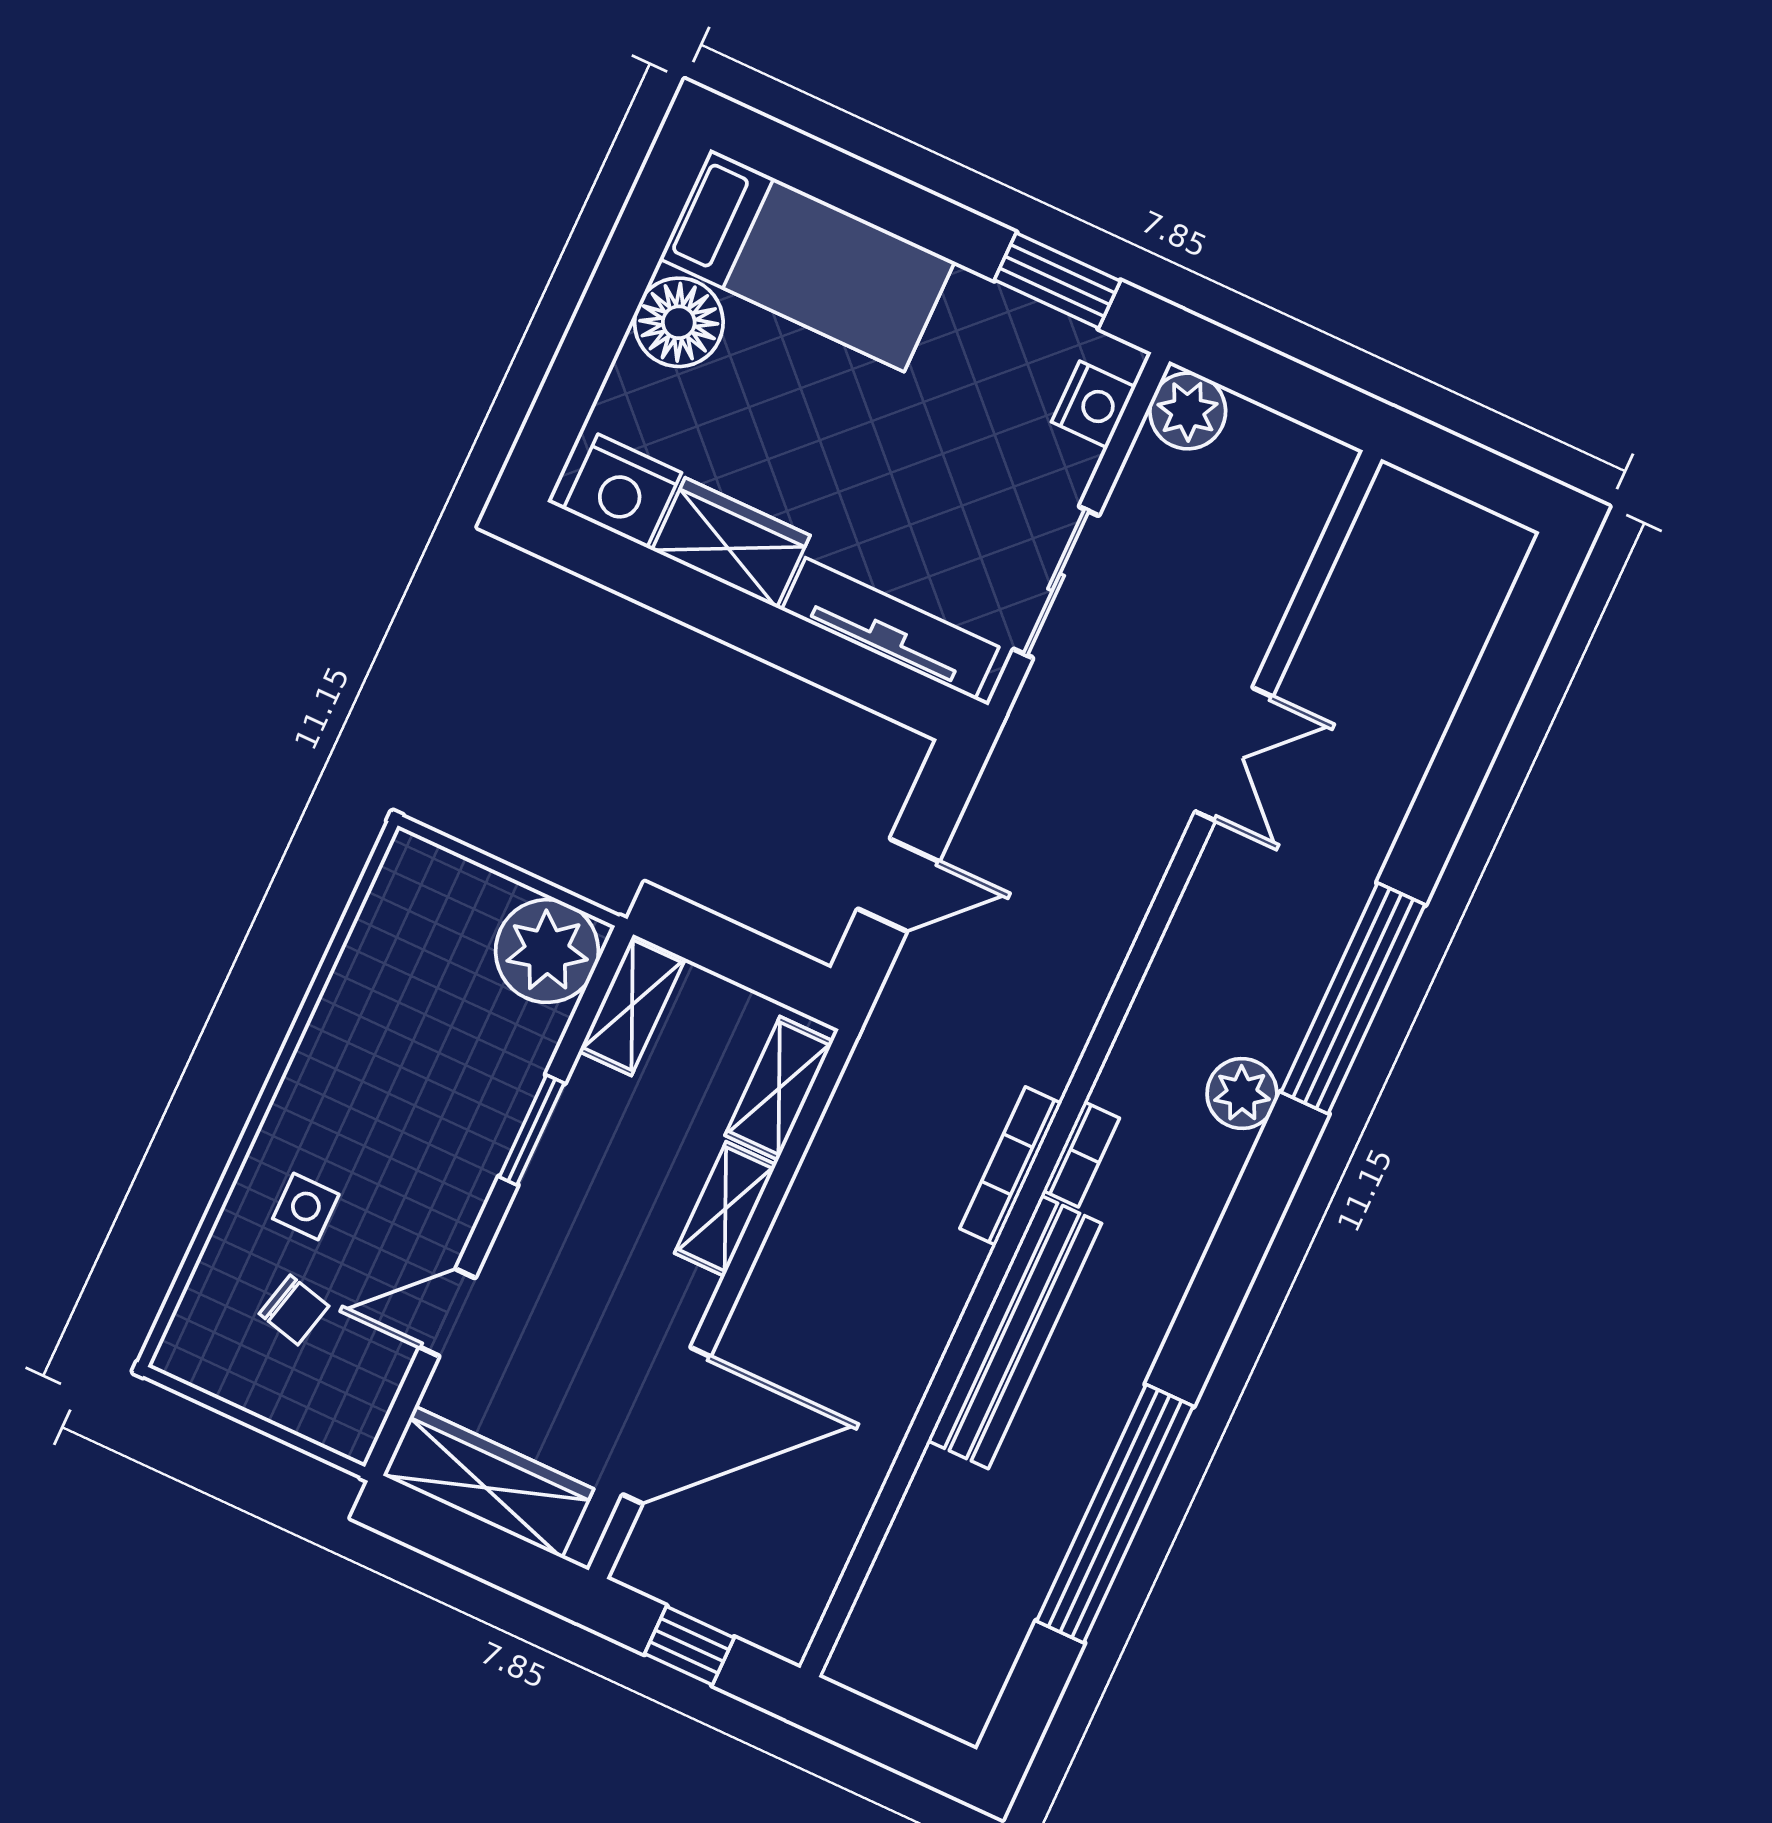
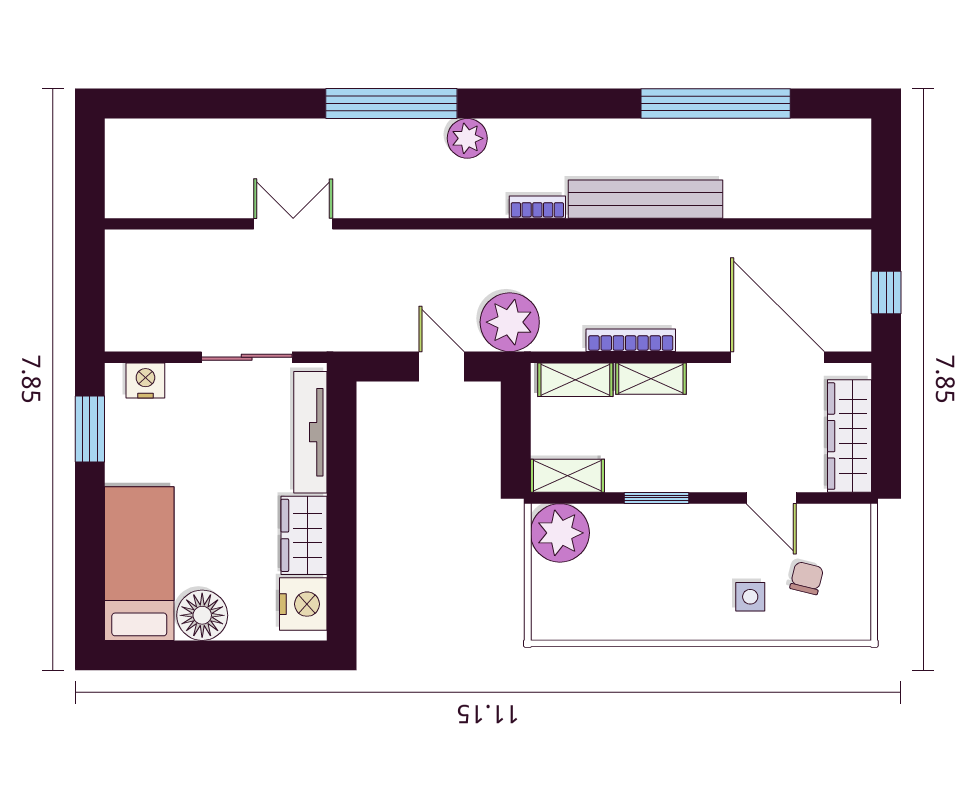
plant: (1188, 411) -> (510, 322), moved, width x1.36, depth x1.36
bookcase: (1011, 1166) -> (631, 340), moved, turned 180

